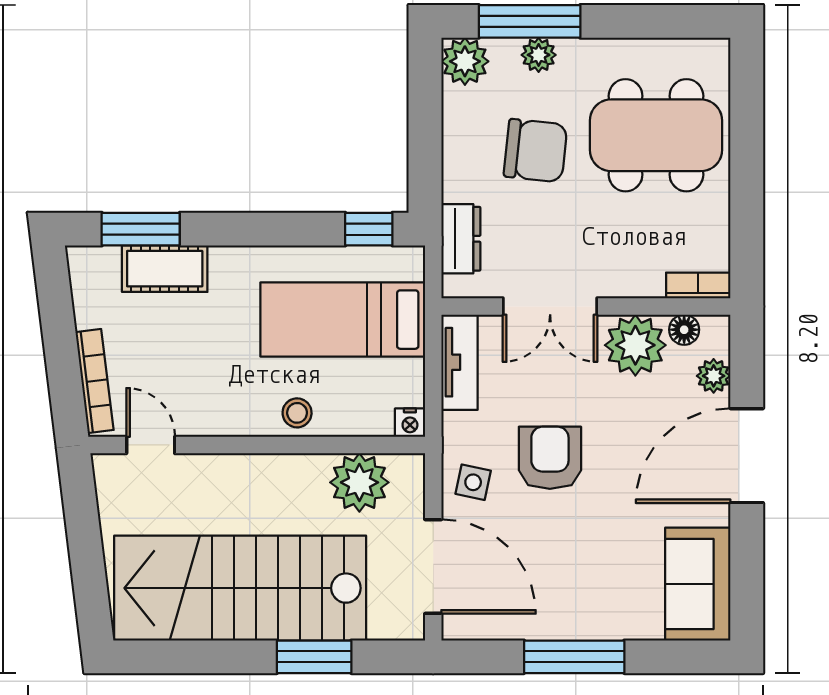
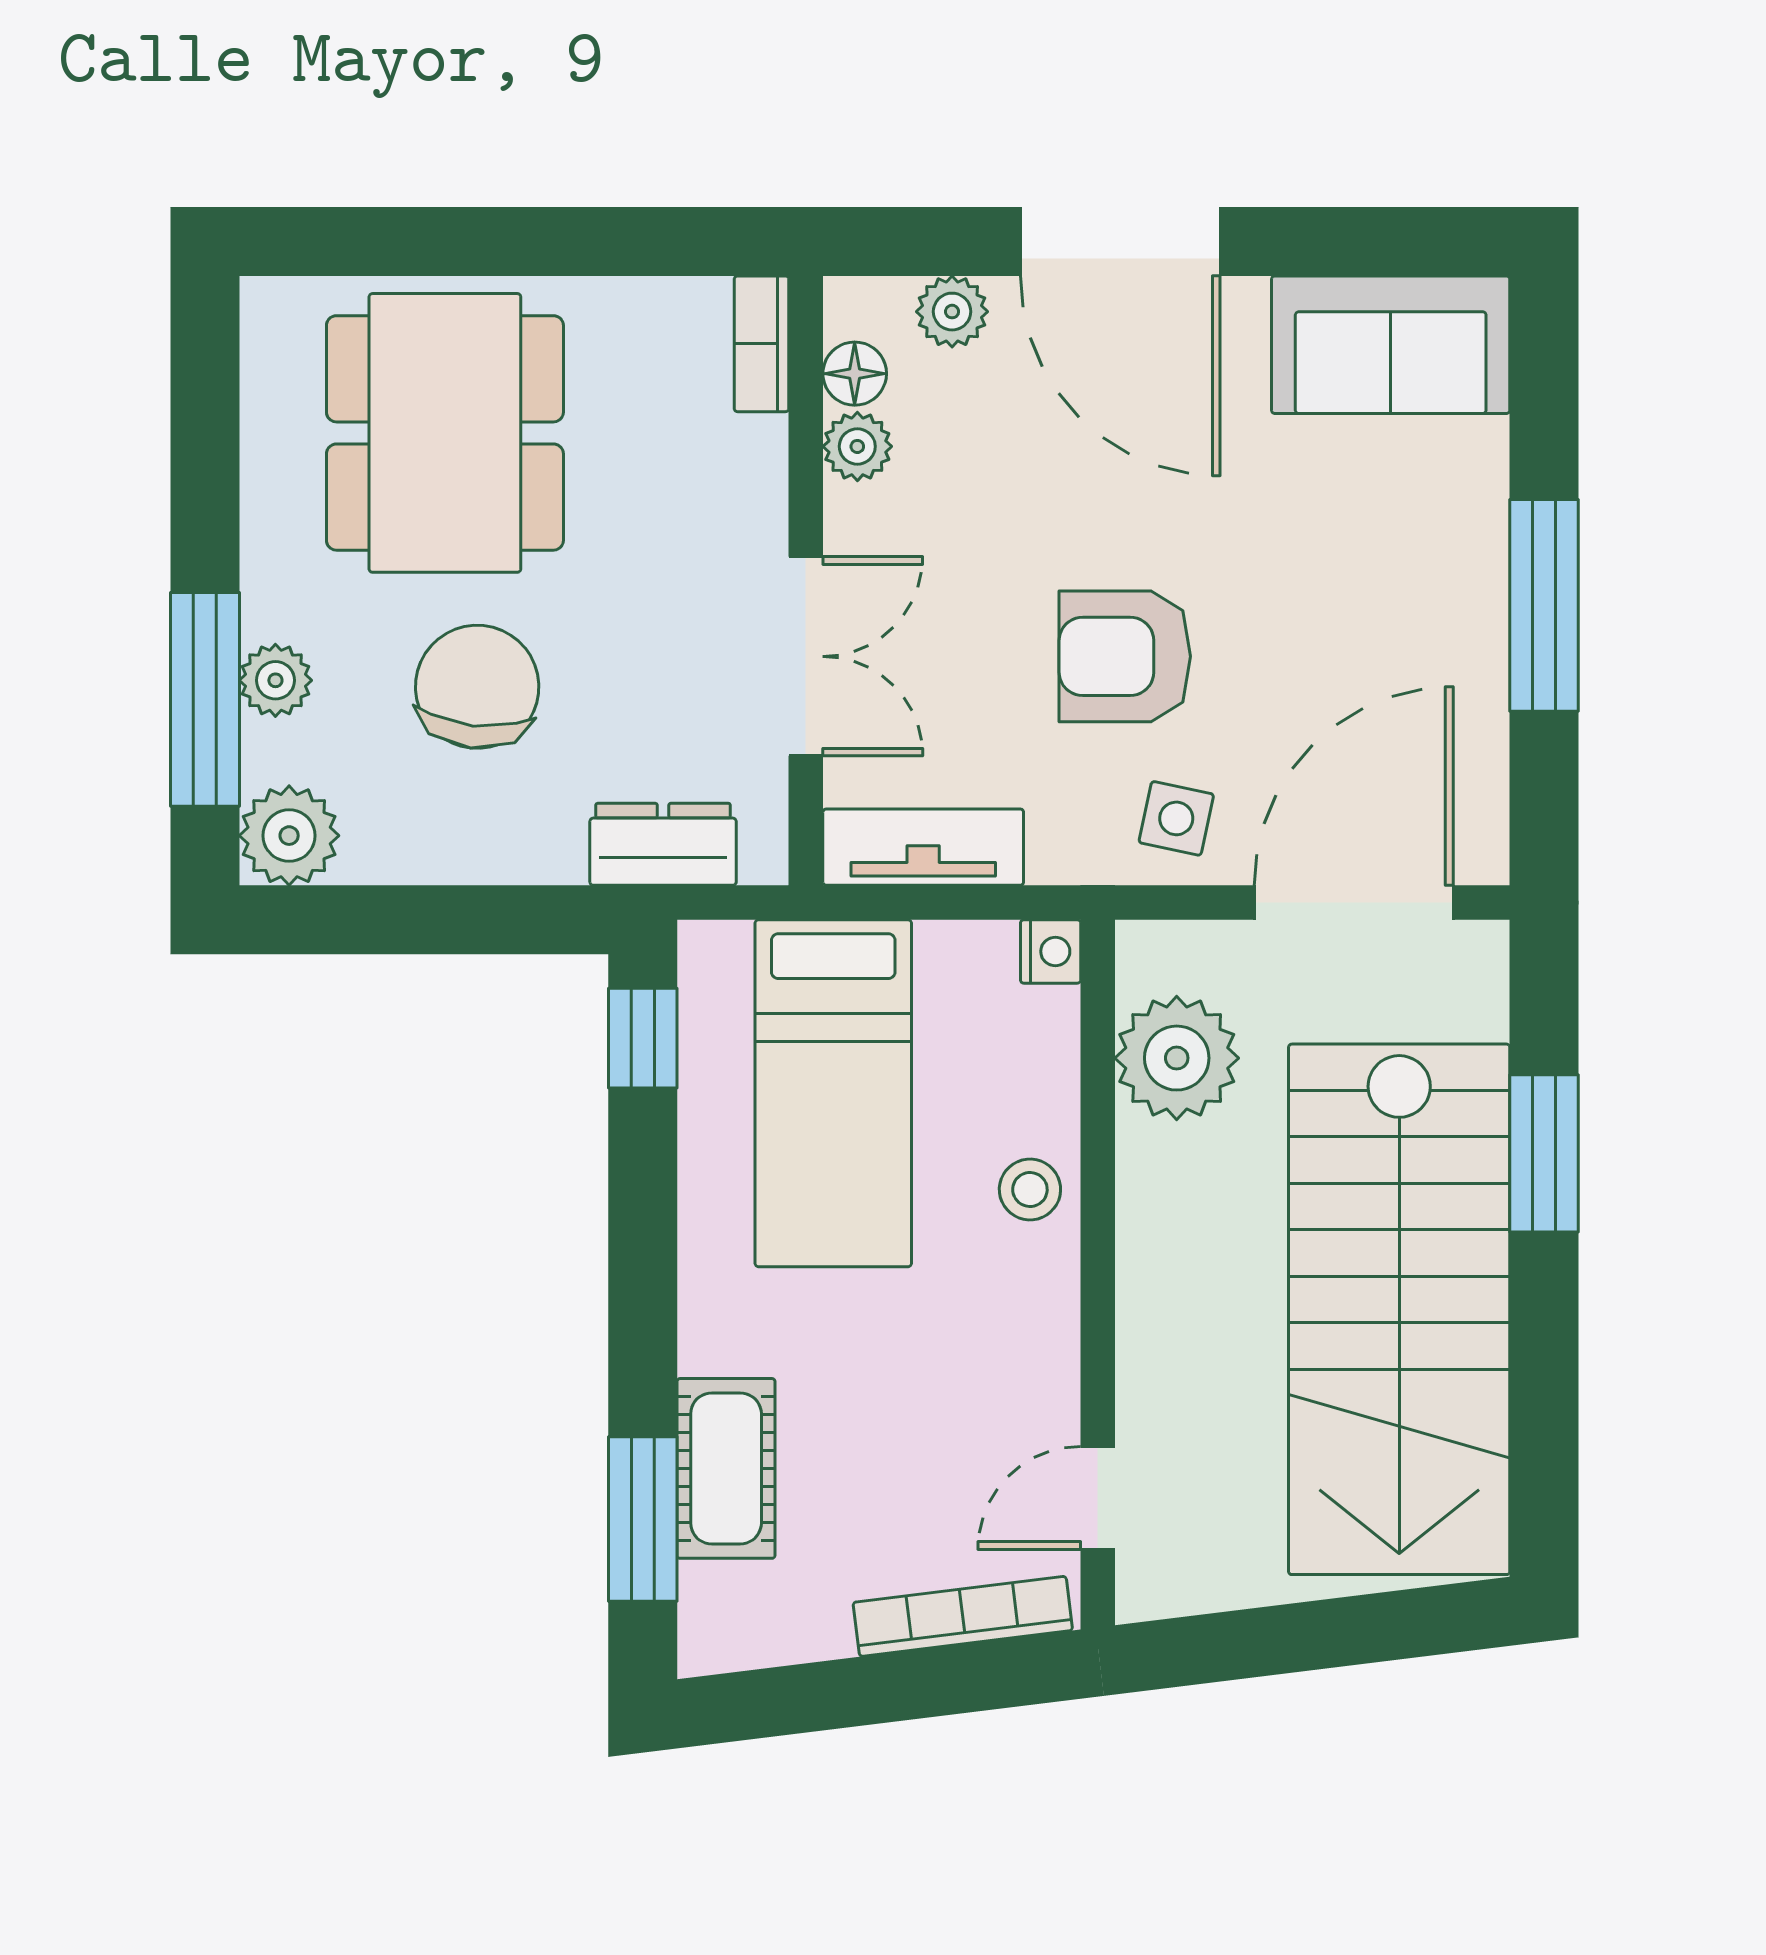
plant: (635, 345) -> (857, 446), width x0.53, depth x0.53

